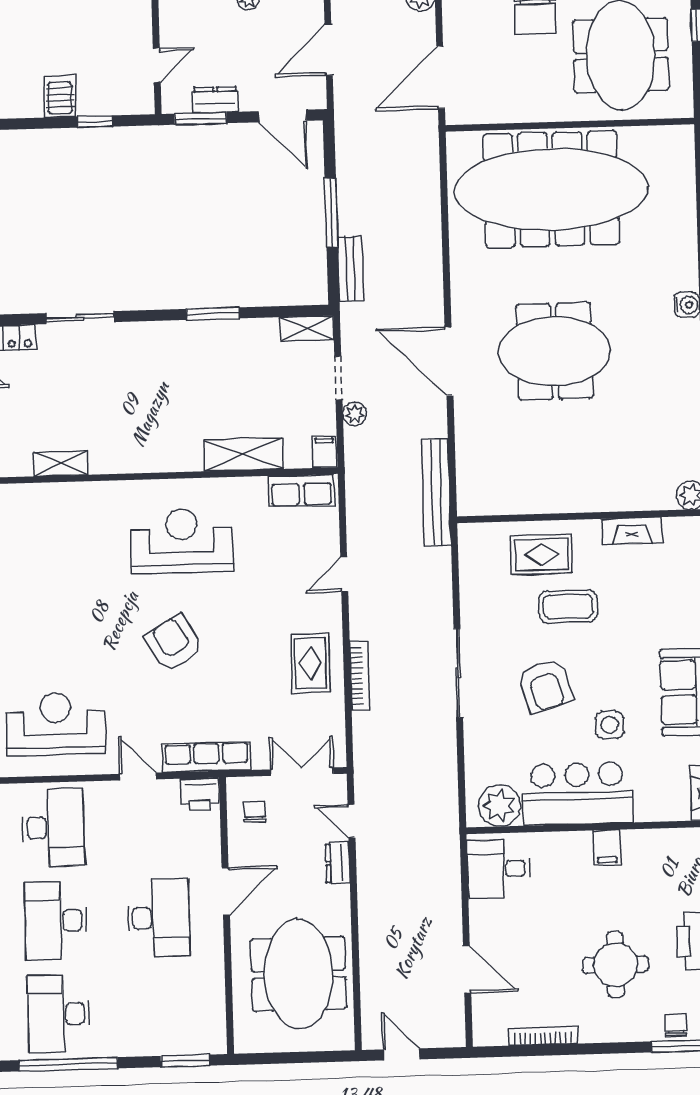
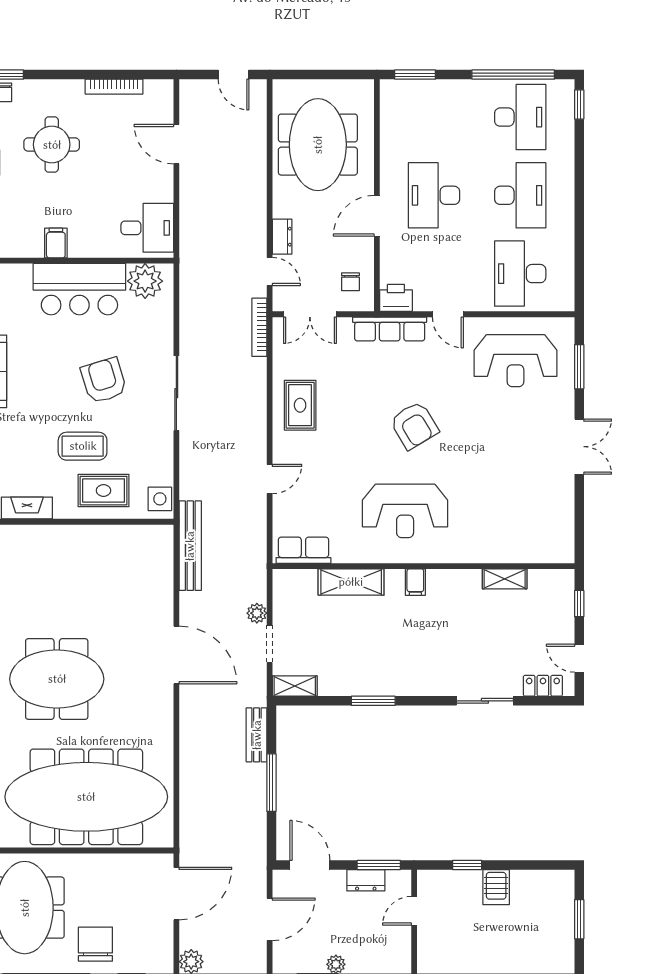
meeting table: (554, 351) -> (57, 679), moved
filing cabinet: (324, 452) -> (415, 582), moved
bookcase: (359, 675) -> (259, 327), moved
side table: (610, 725) -> (160, 499), moved

